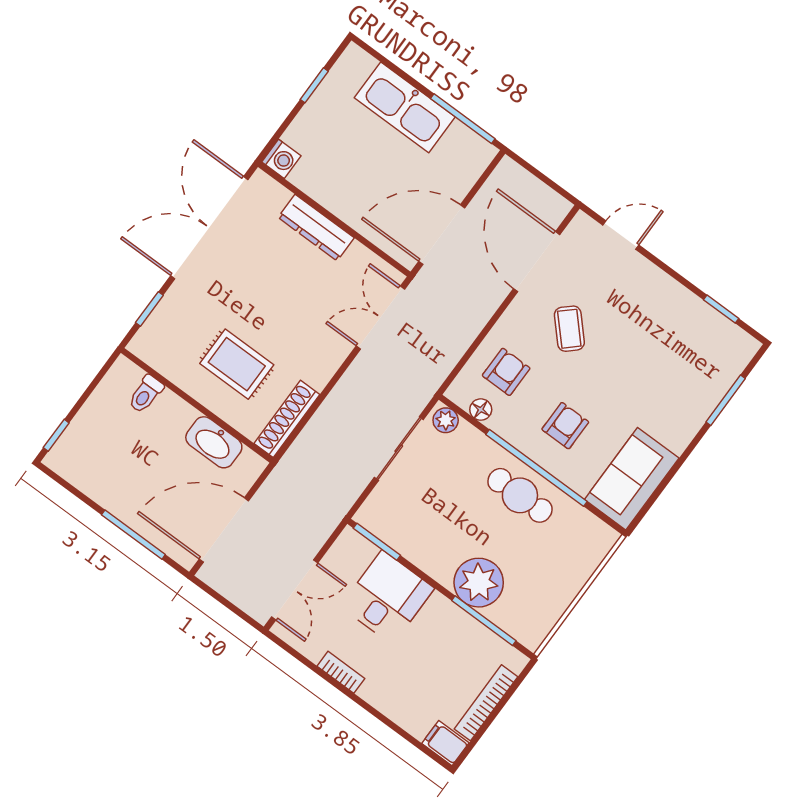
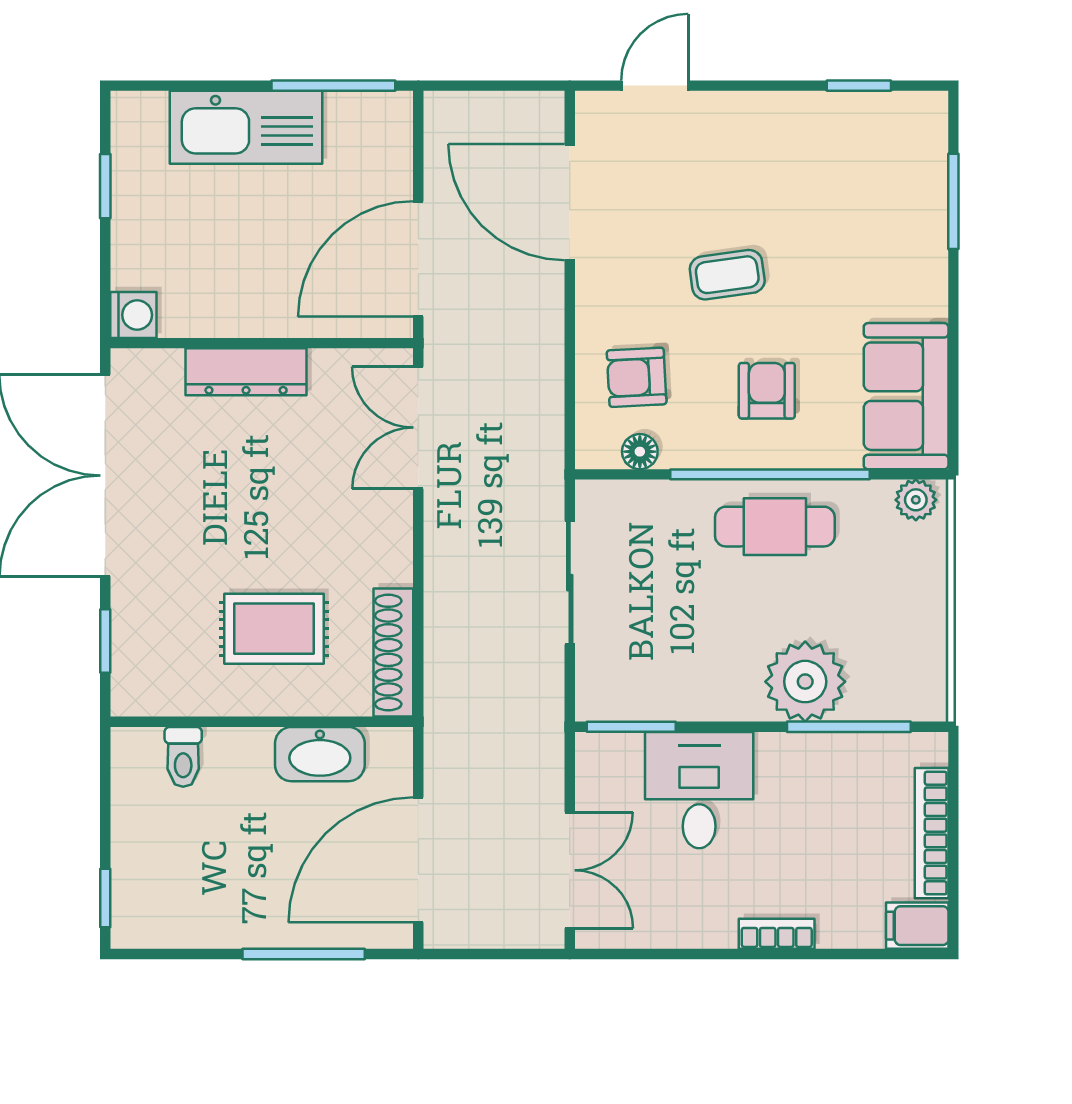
coffee table: (569, 329) -> (727, 275), moved, turned -55
armchair: (506, 372) -> (637, 377), turned -93
plant: (446, 420) -> (916, 500), moved
bookcase: (341, 672) -> (777, 934), moved

